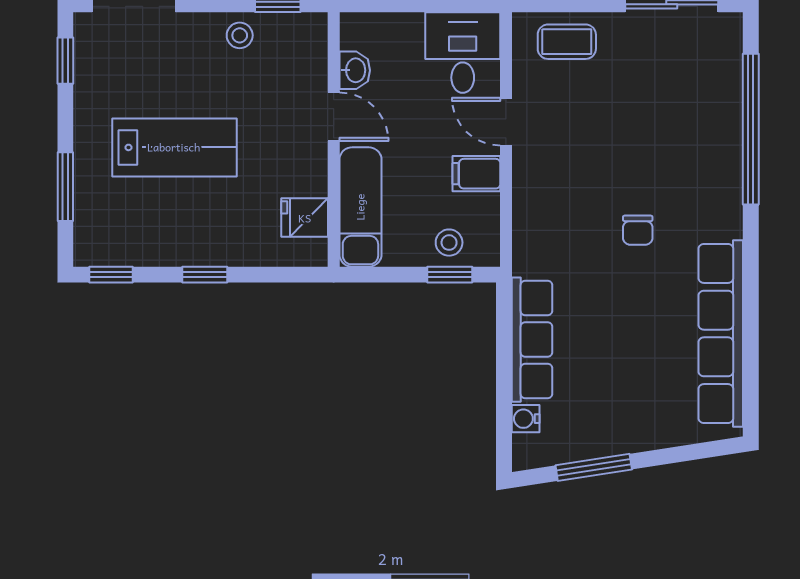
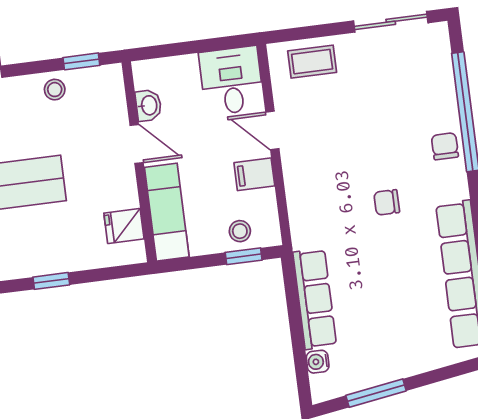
chair: (720, 169) -> (445, 146), added
chair: (638, 230) -> (387, 202), turned 90

